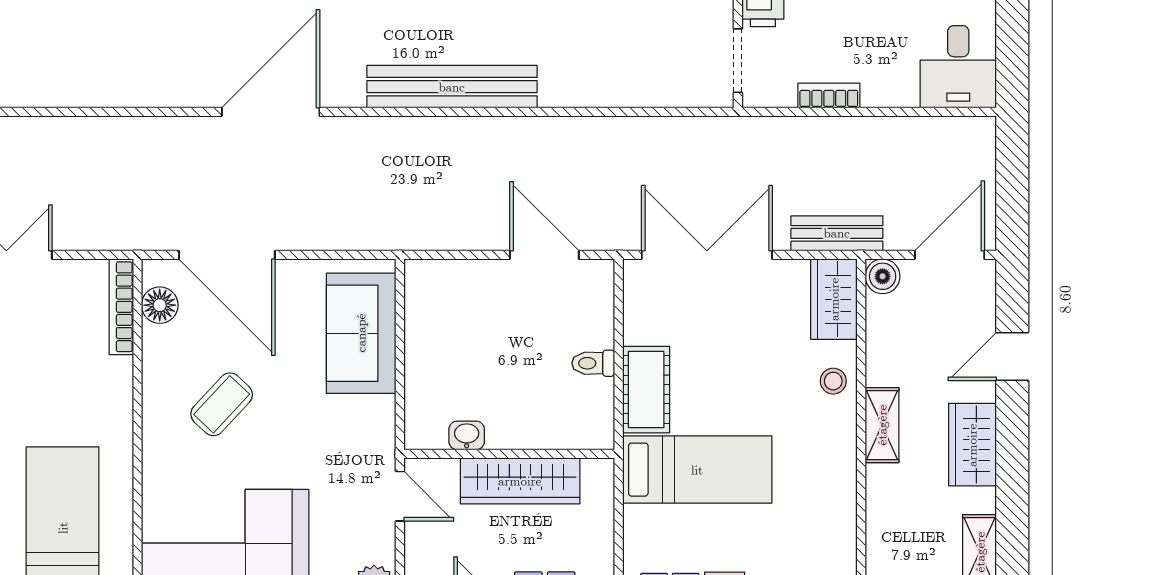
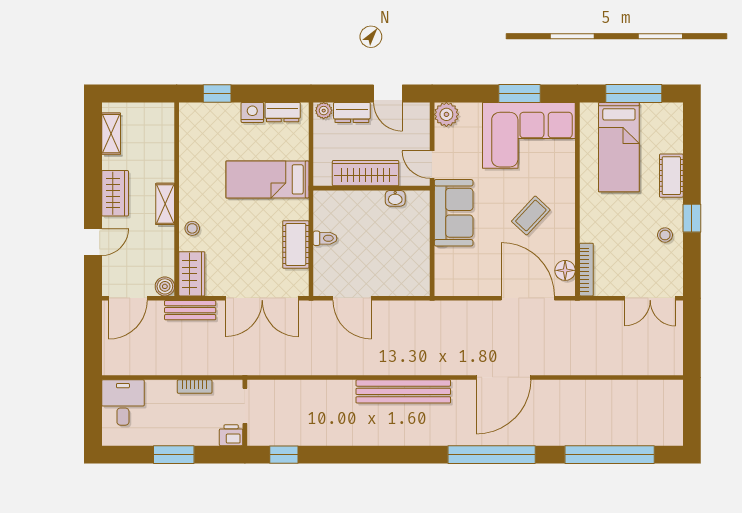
sofa: (361, 333) -> (454, 213), moved
cot: (646, 390) -> (296, 244), moved

